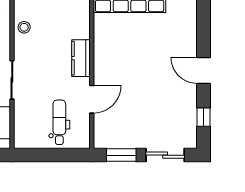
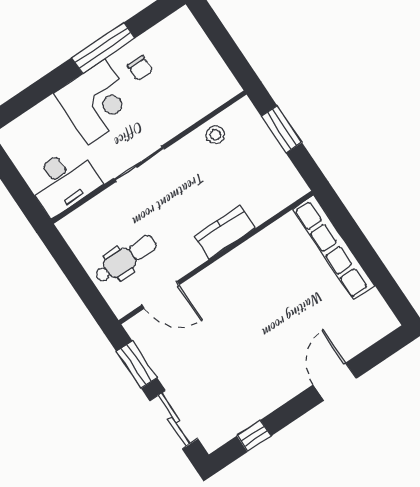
door: (204, 70) -> (335, 382), moved
door: (92, 99) -> (161, 295), moved

